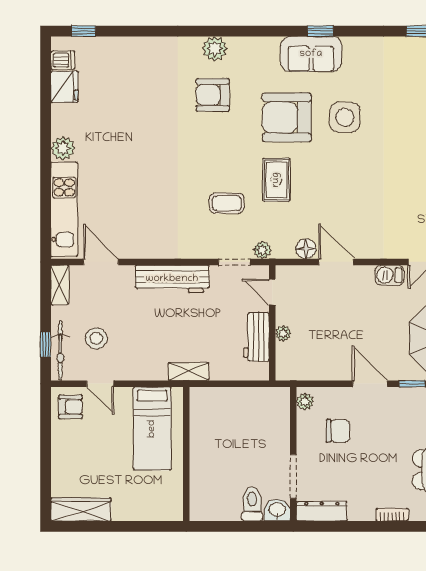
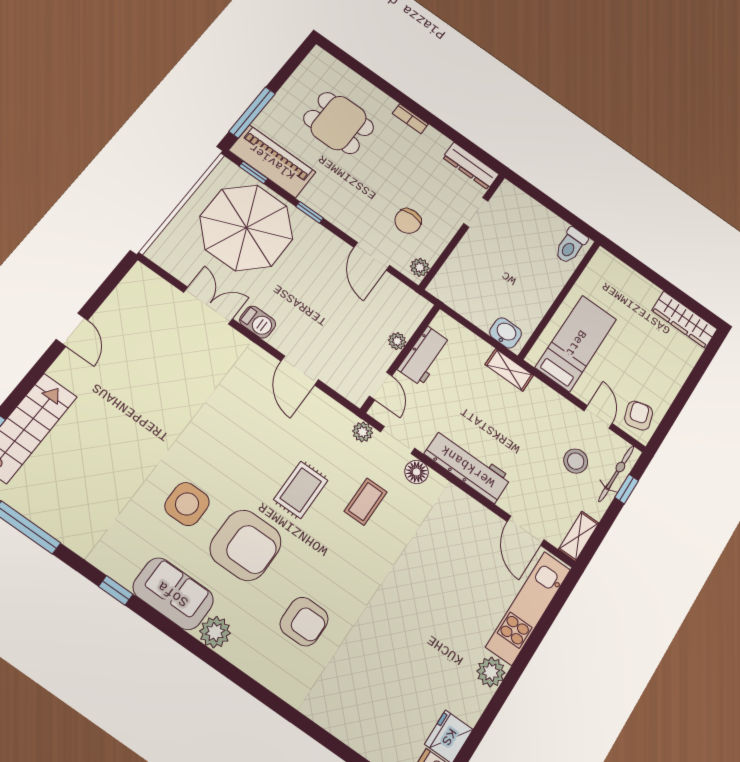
window: (320, 31) -> (116, 590), moved
plant: (215, 49) -> (215, 632), moved
coffee table: (227, 203) -> (366, 502), turned 90
floor lamp: (306, 249) -> (417, 472), moved
door: (370, 384) -> (372, 256), moved
armchair: (71, 407) -> (639, 416), turned 74
chair: (338, 431) -> (408, 221), turned -90
doorway: (293, 476) -> (476, 212), width x0.73
toilet: (252, 504) -> (571, 246), moved
washbasin: (277, 510) -> (506, 333), moved, turned 180

